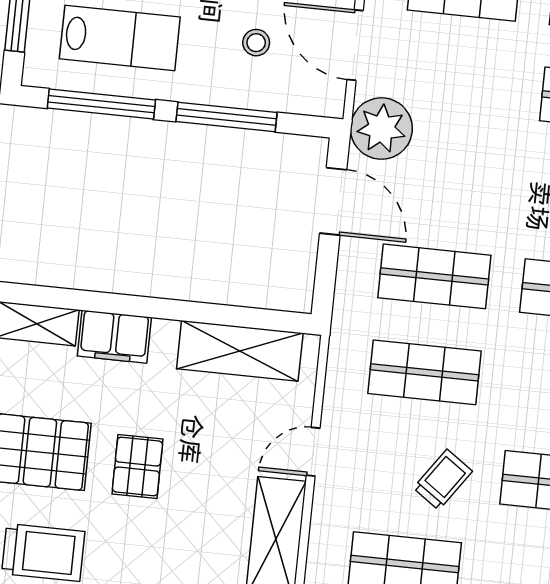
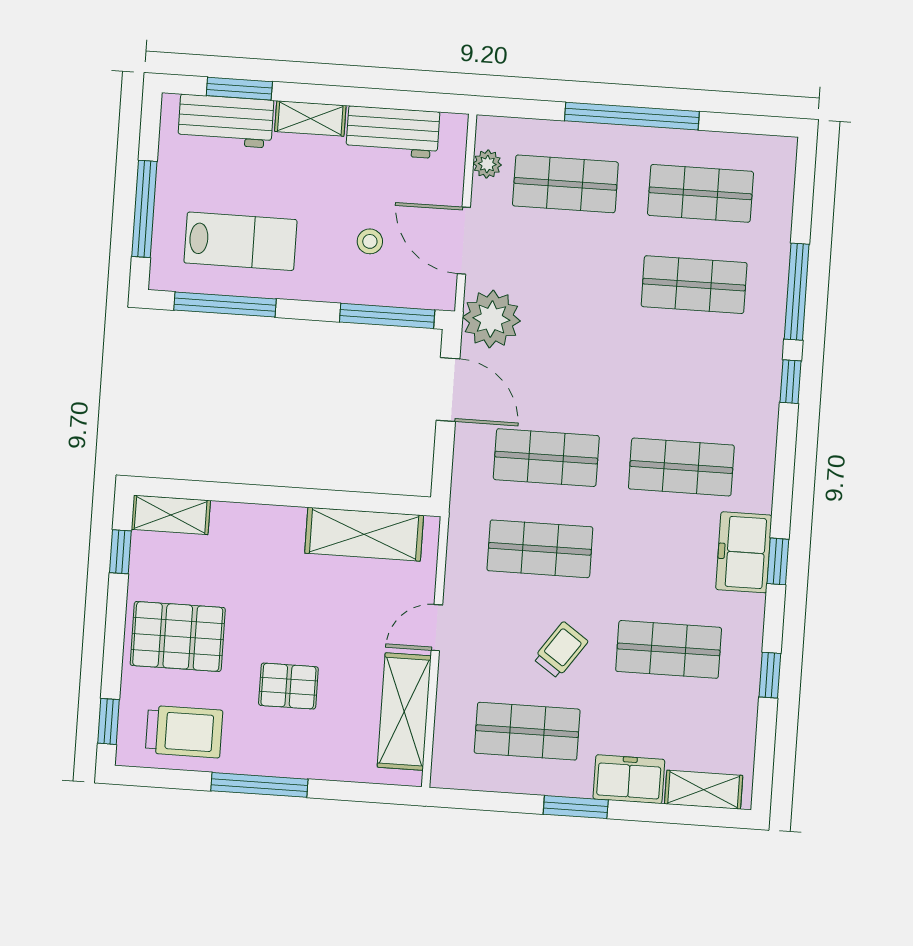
window: (226, 117) -> (387, 316), moved
filing cabinet: (114, 337) -> (245, 525), removed
pallet: (137, 467) -> (288, 686), moved, turned 90

